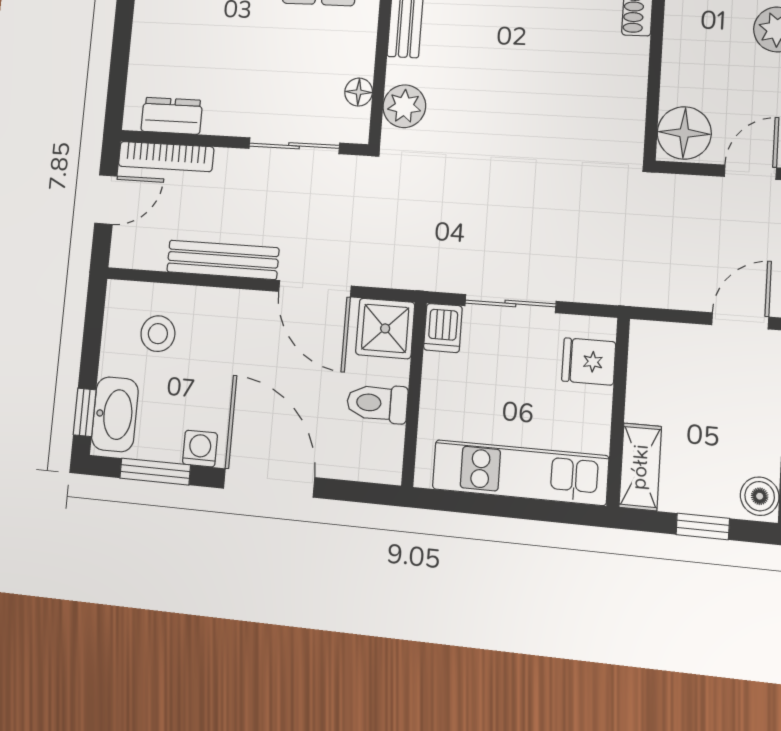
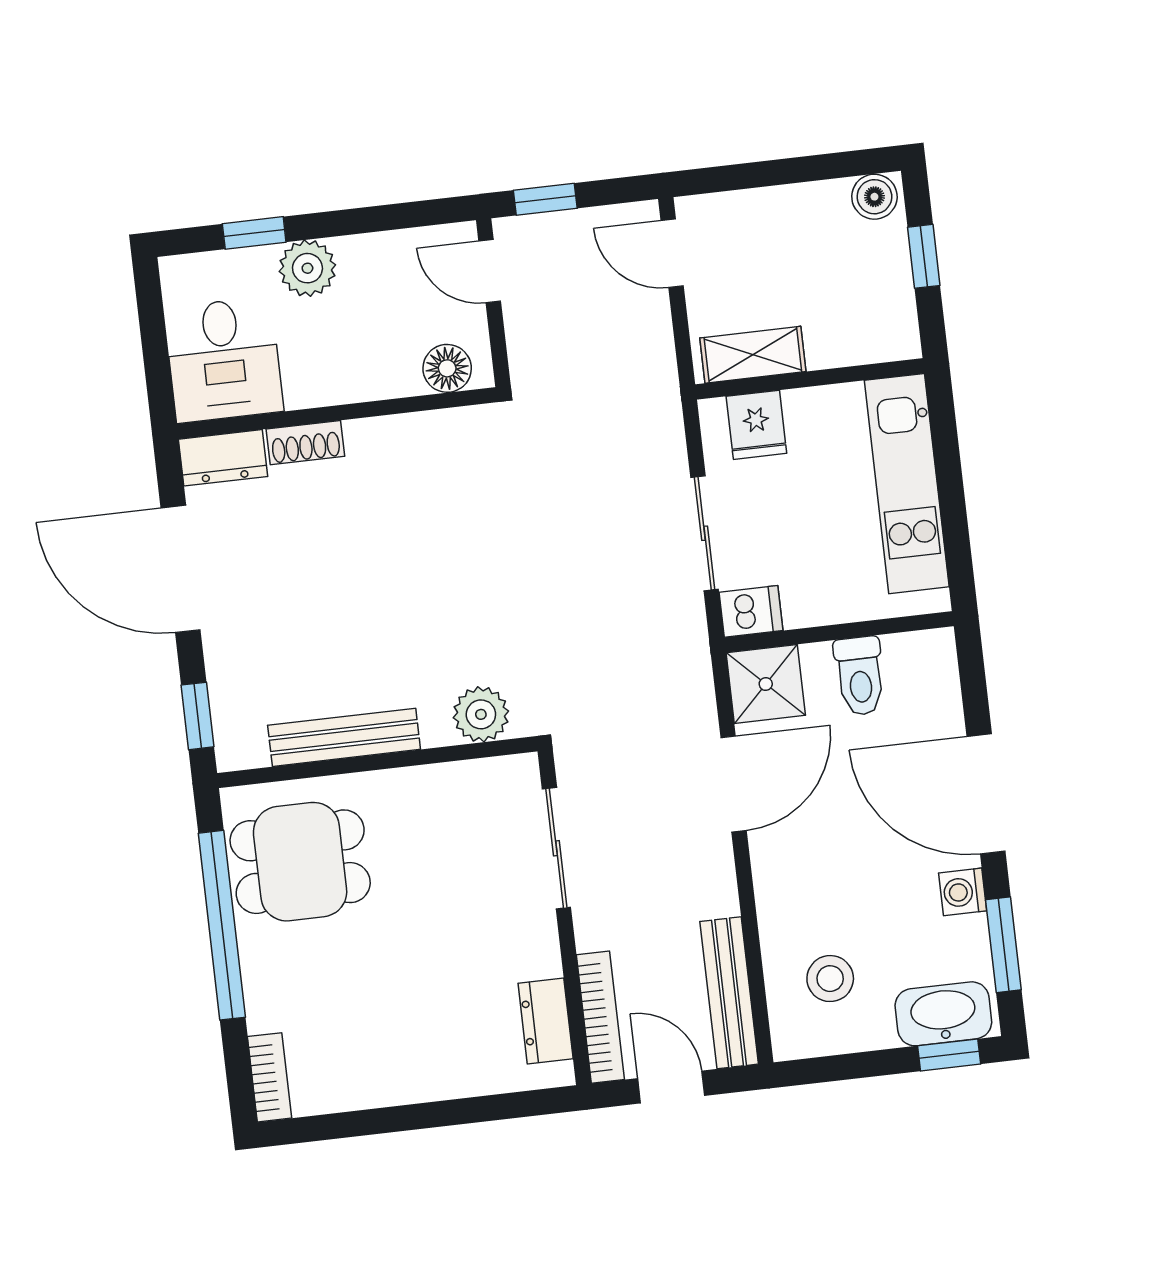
floor lamp: (359, 92) -> (473, 777), removed
floor lamp: (684, 133) -> (447, 368), width x0.73, depth x0.73
bench: (223, 260) -> (729, 993), moved
shelving: (640, 467) -> (753, 355), moved
door: (269, 483) -> (986, 794), hinge flipped

